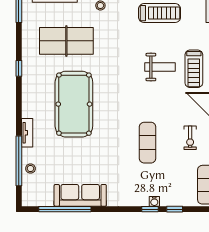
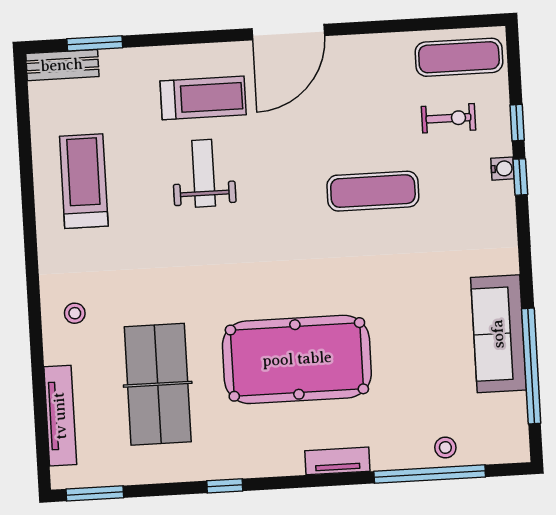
tv unit: (27, 133) -> (337, 461), moved
exercise bike: (190, 138) -> (448, 118), moved

